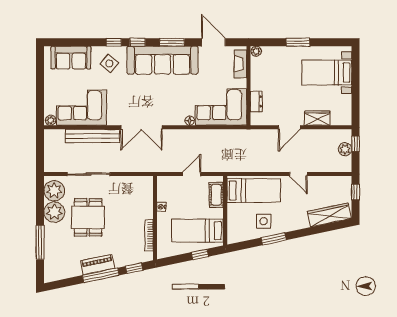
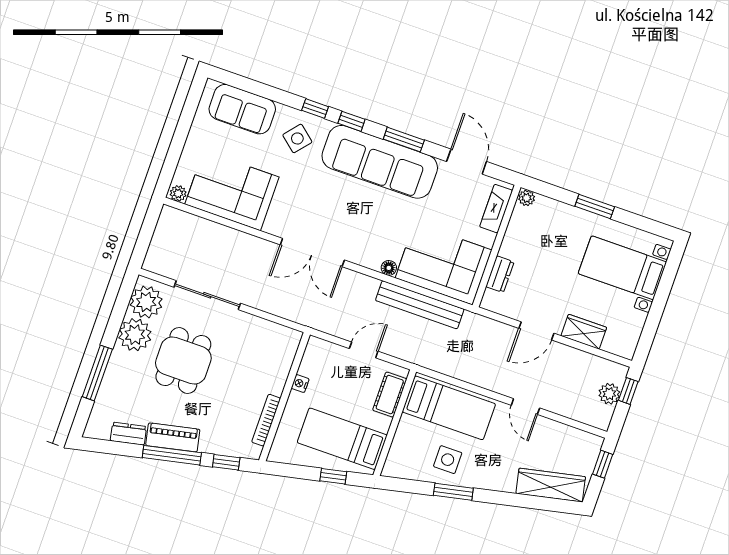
bench: (92, 136) -> (420, 305), moved
dresser: (71, 272) -> (128, 434), added

